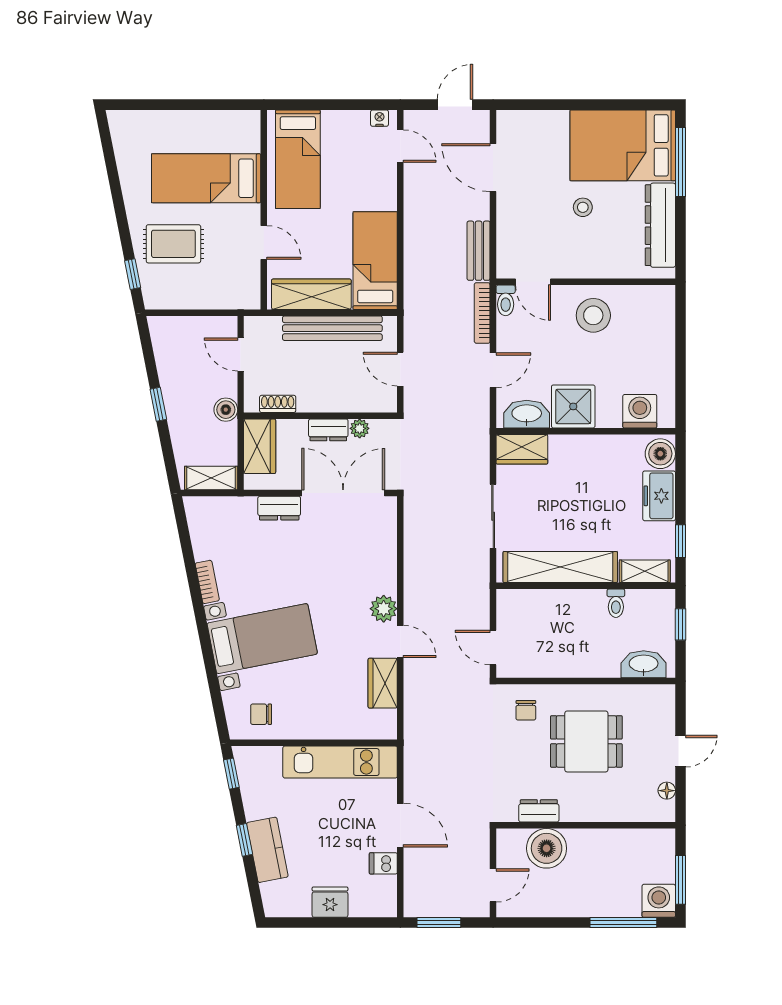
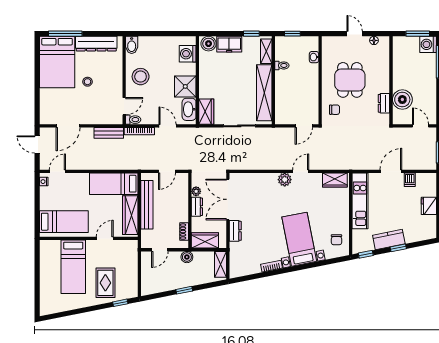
bidet: (658, 297) -> (132, 45), added
washbasin: (644, 664) -> (314, 57), width x0.52, depth x0.69
wardrobe: (383, 683) -> (335, 180), moved
kitchen counter: (267, 850) -> (389, 239), moved

